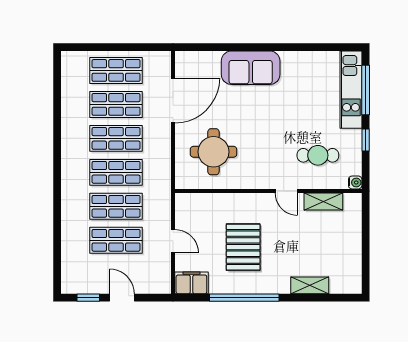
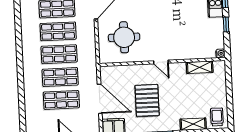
cafe table: (318, 155) -> (194, 36), removed
door: (286, 191) -> (161, 62), moved
door: (173, 241) -> (100, 99), width x1.88
trolley: (345, 276) -> (217, 117), added

